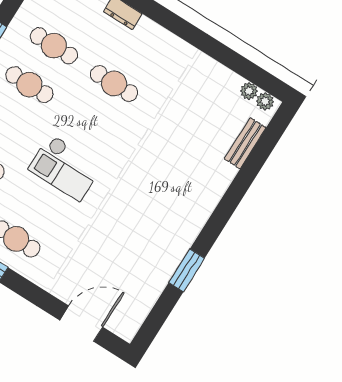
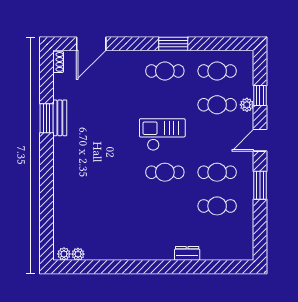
cafe table: (114, 84) -> (165, 172), moved
bench: (245, 143) -> (60, 118), moved
shoe rack: (132, 327) -> (58, 62), added

